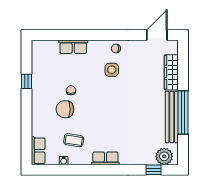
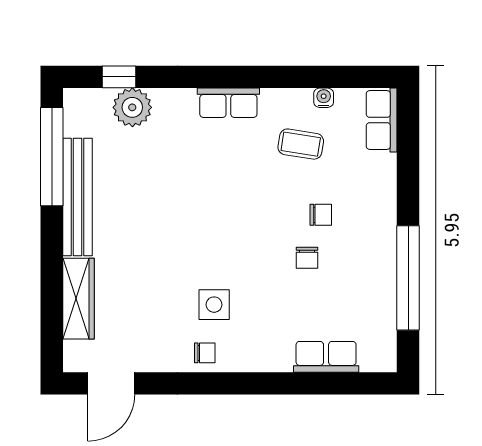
row of seats: (73, 47) -> (326, 357), moved
window: (27, 81) -> (408, 278), width x3.17
chair: (65, 109) -> (321, 215), width x0.54, depth x0.54
window: (183, 113) -> (52, 157), moved
plant: (164, 156) -> (132, 107), moved

